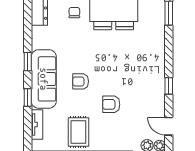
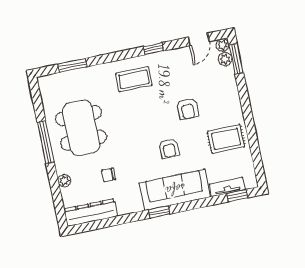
chair: (74, 13) -> (109, 175), moved
coffee table: (146, 63) -> (134, 79), added
window: (28, 97) -> (237, 196), moved

